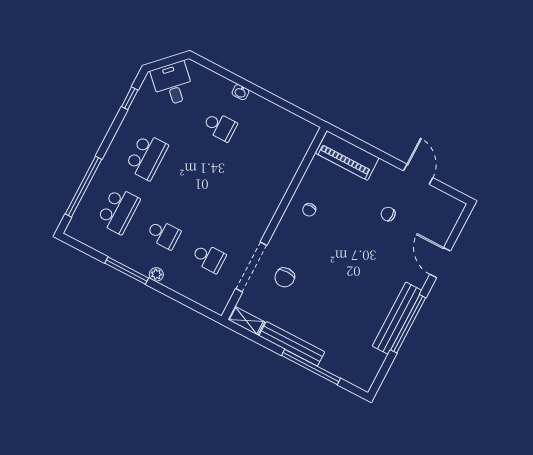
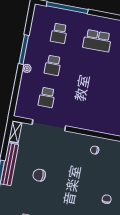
school desk: (118, 211) -> (59, 33), width x0.54
chair: (285, 277) -> (39, 175), moved

